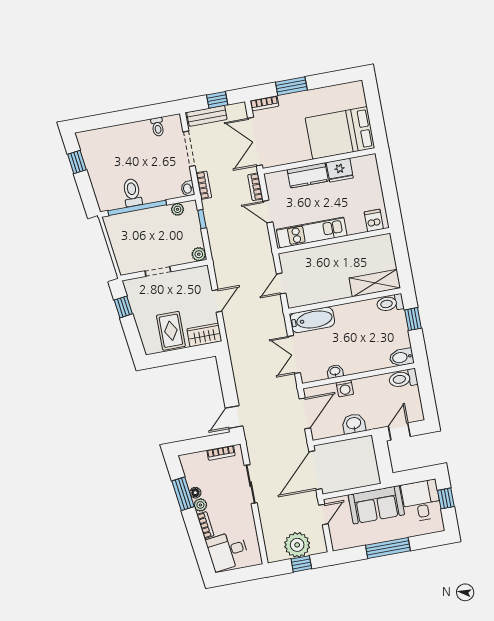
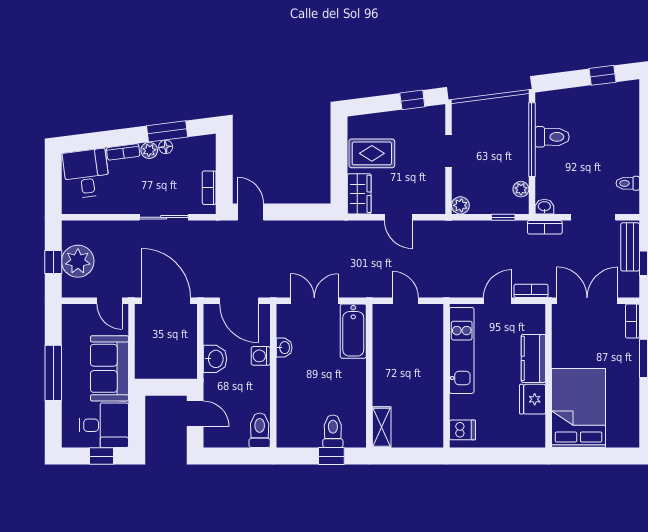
shelving: (375, 283) -> (382, 427), width x0.67, depth x0.75
toilet: (390, 303) -> (333, 431), moved
bidet: (401, 357) -> (287, 433), removed

